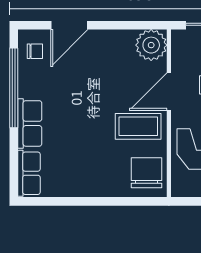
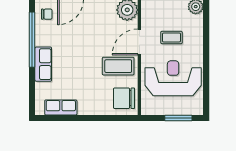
row of seats: (29, 173) -> (61, 107), moved, turned -90
chair: (147, 173) -> (124, 98), turned -90

